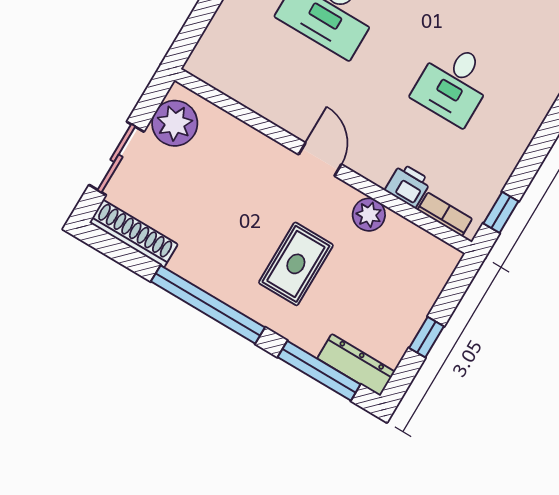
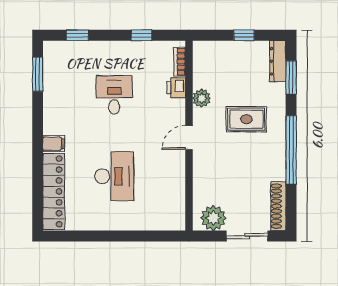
desk: (453, 84) -> (114, 95), turned -90
window: (501, 212) -> (142, 35), moved
window: (319, 371) -> (291, 77), width x0.69

